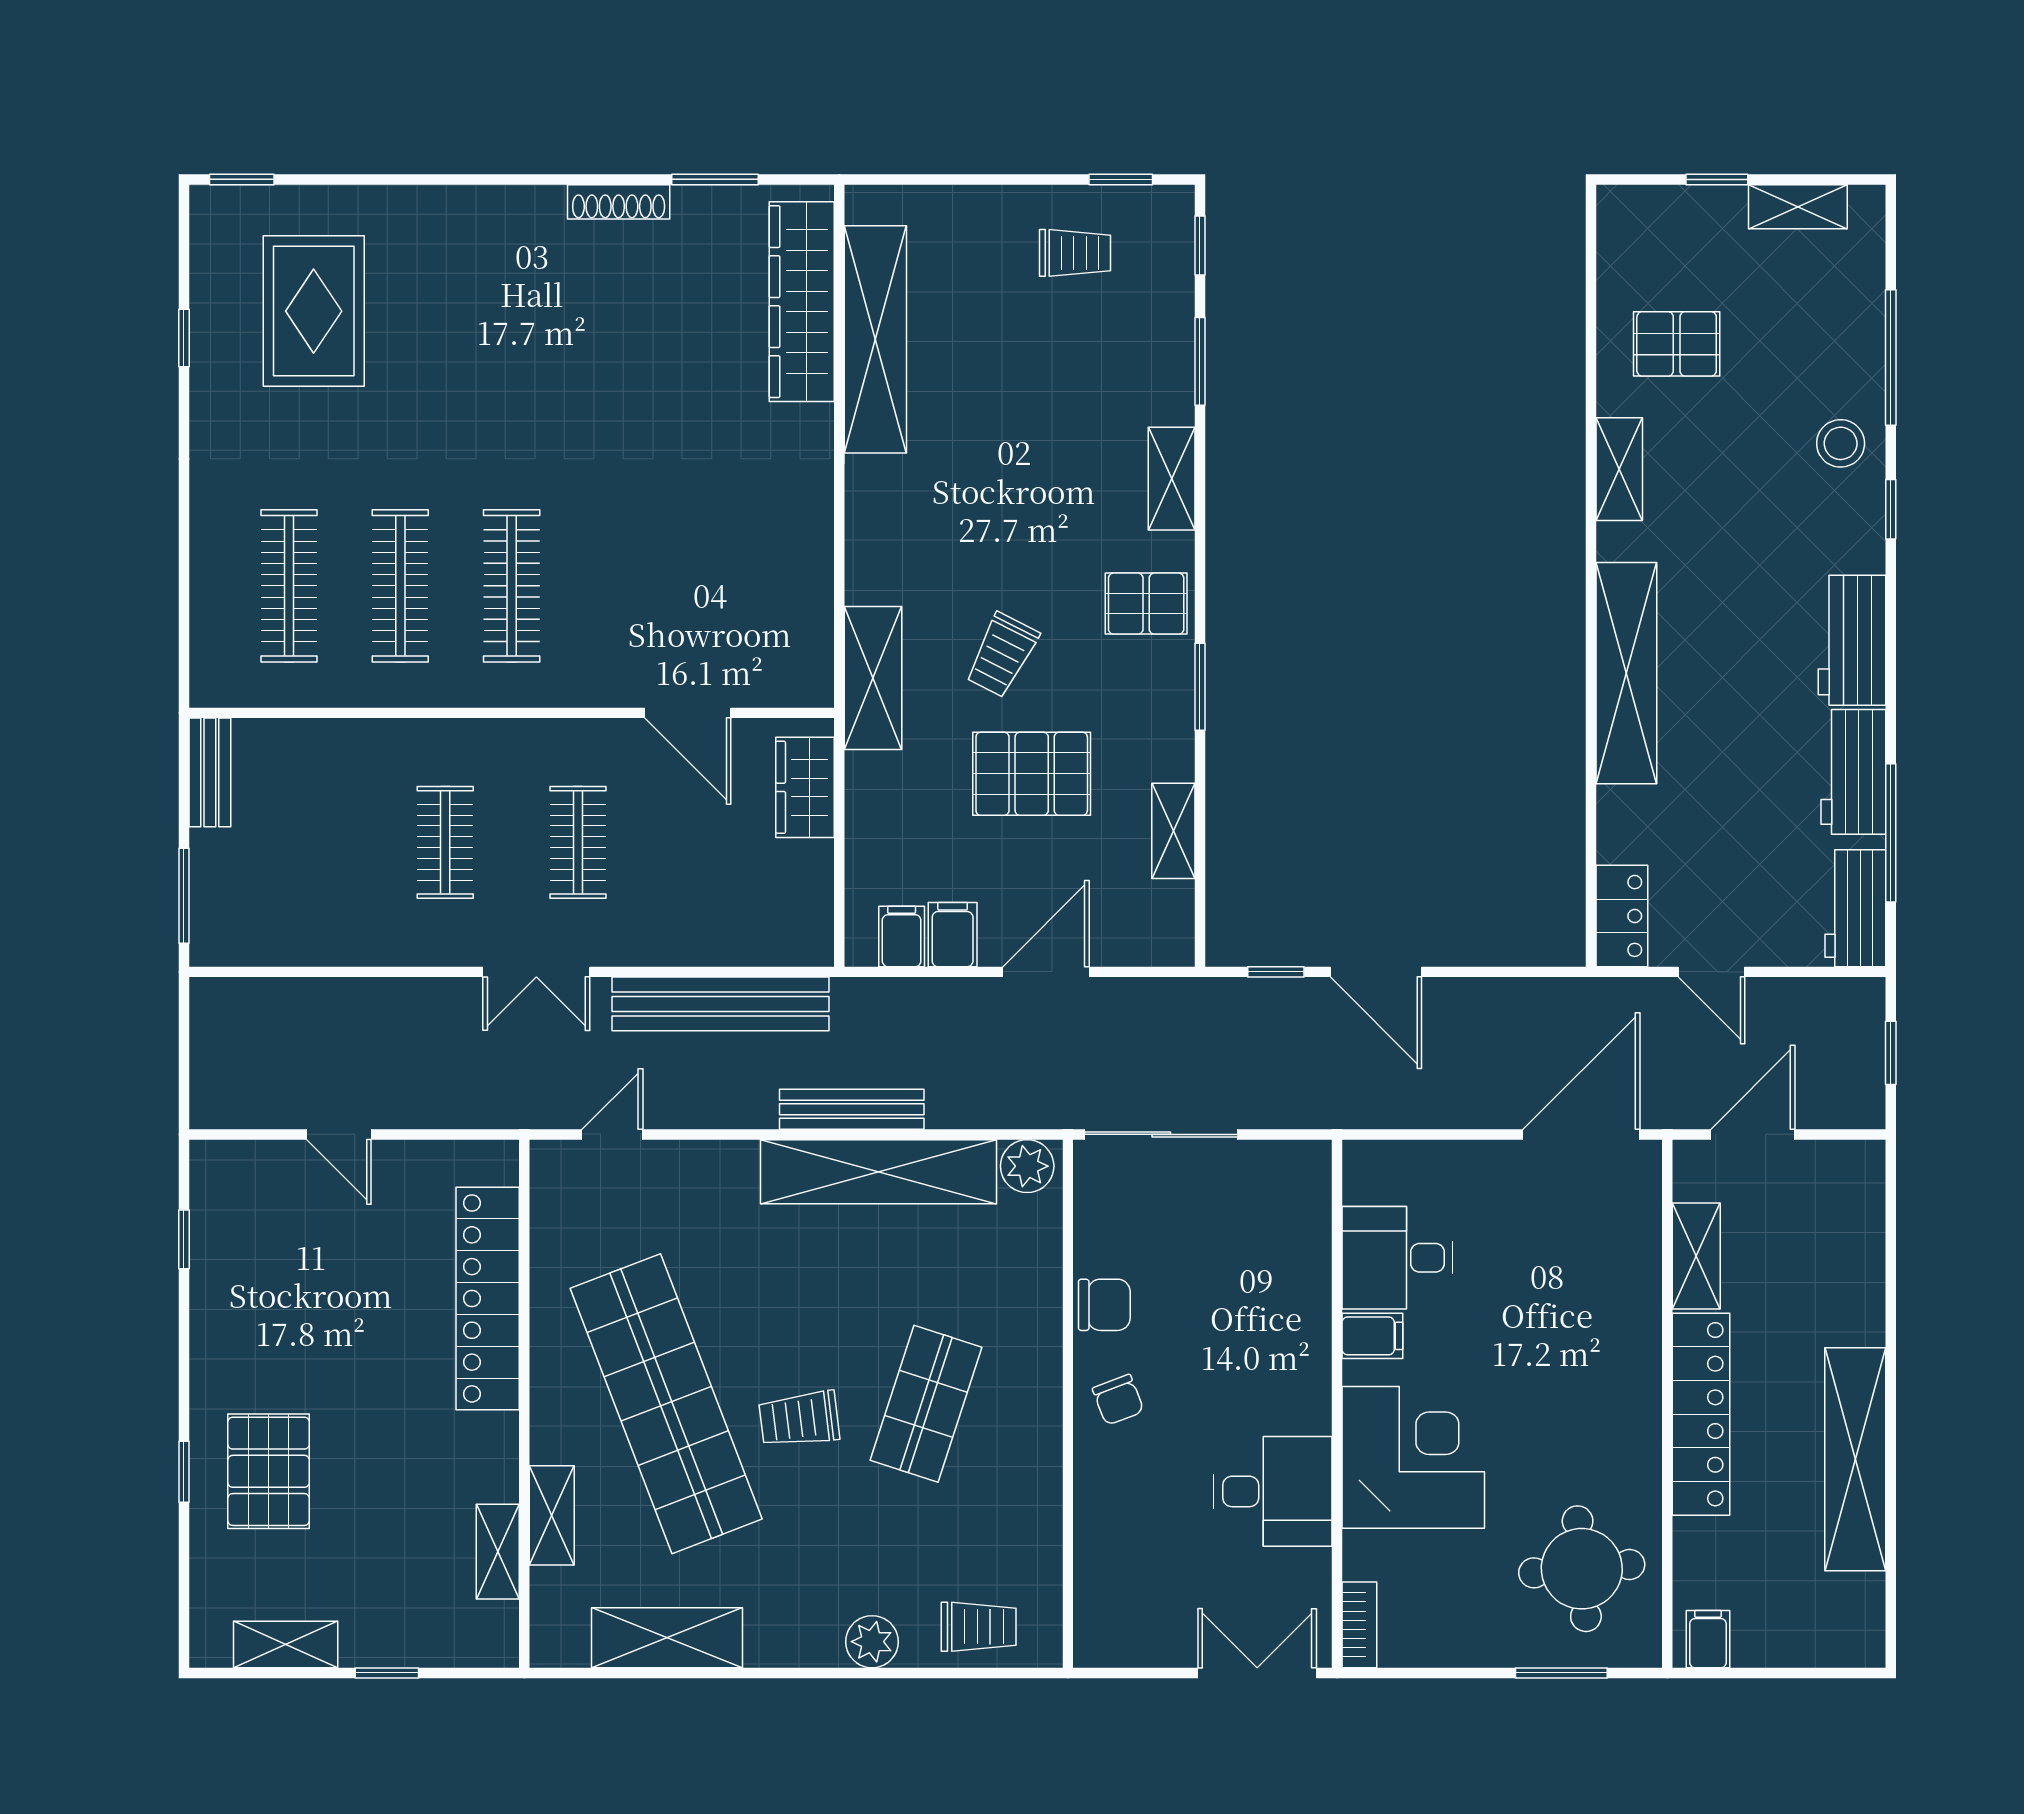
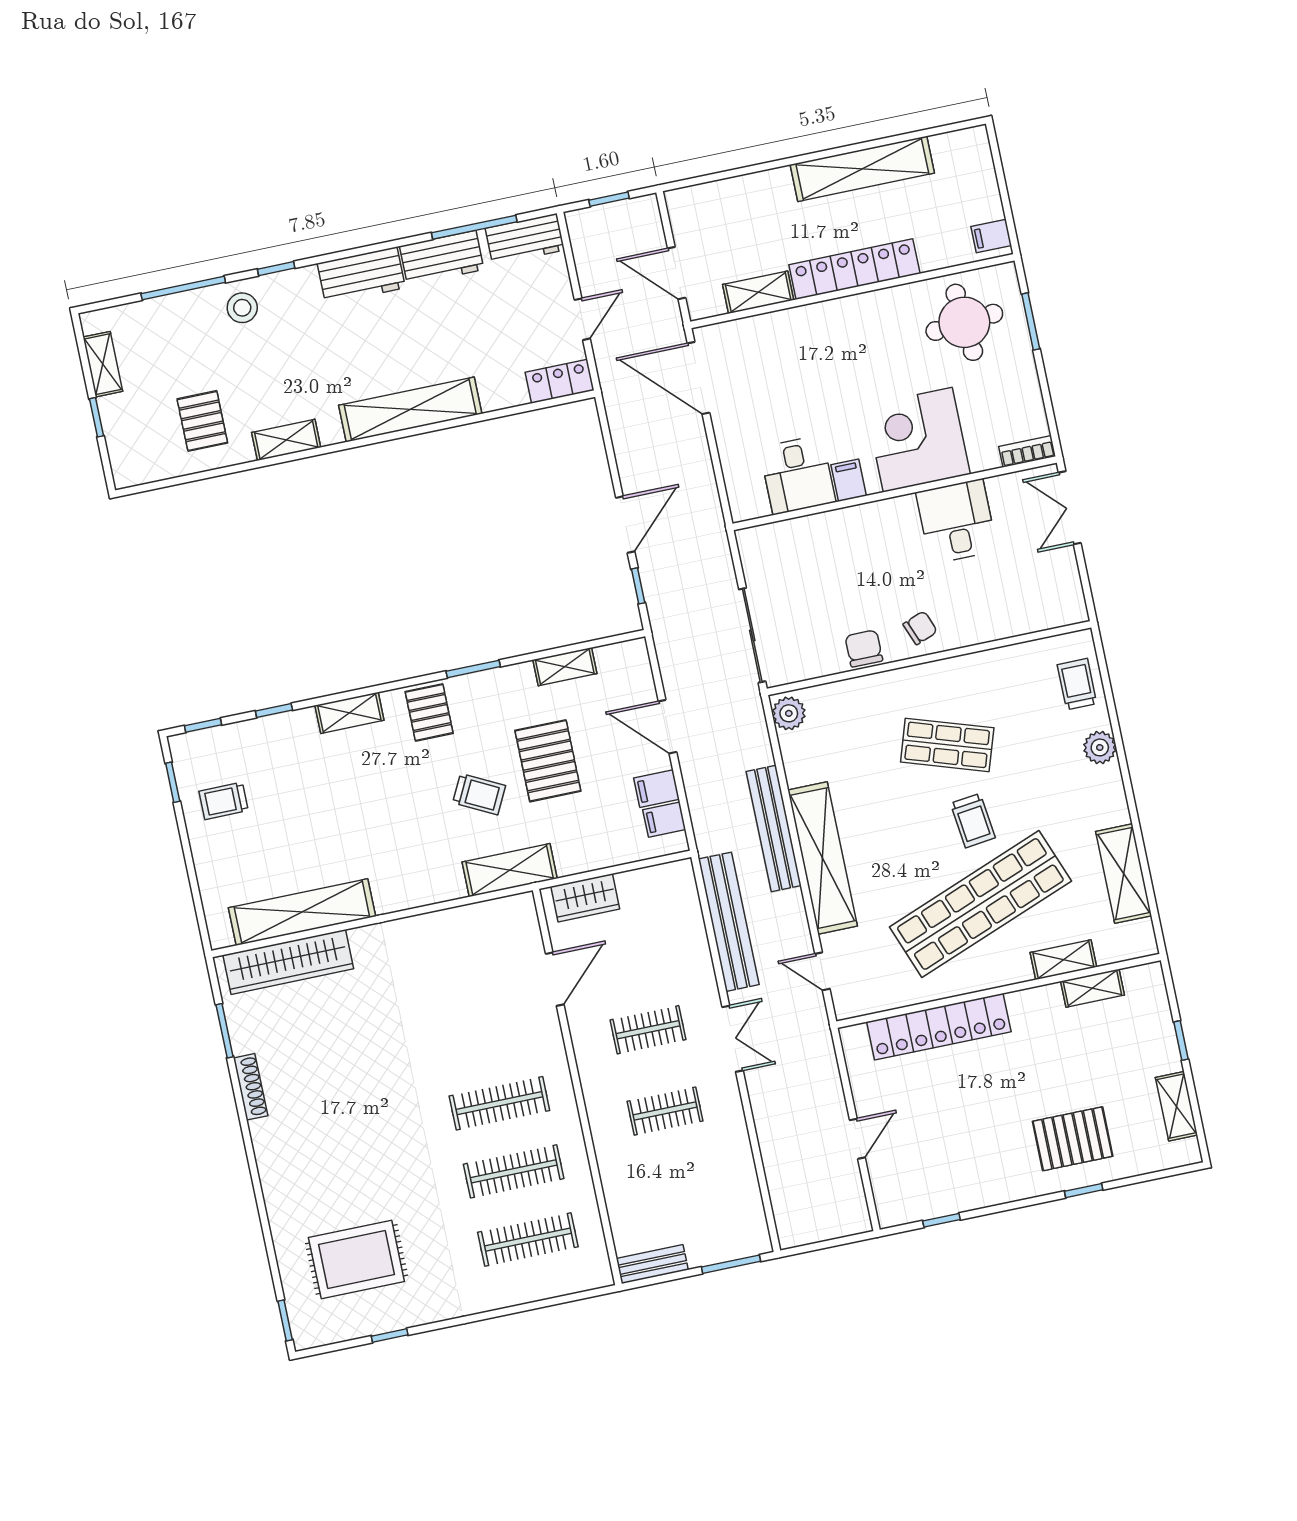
trolley: (1075, 253) -> (224, 801), turned -90
window: (1200, 361) -> (274, 711), width x0.67
bench: (852, 1109) -> (774, 829), width x1.37, depth x1.21
shelving: (879, 1172) -> (823, 858), moved

